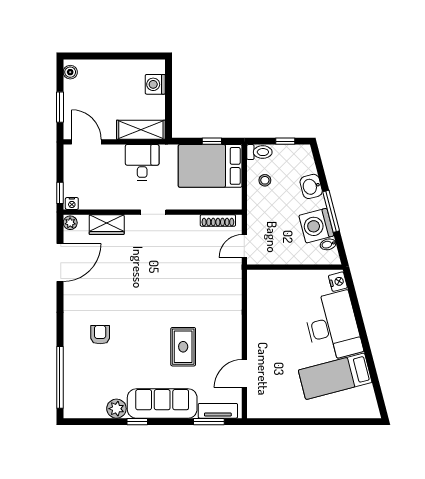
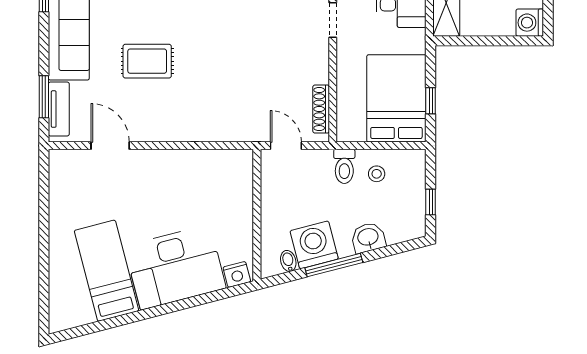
washing machine: (155, 84) -> (530, 23), moved, turned -90
toilet: (259, 152) -> (344, 166), moved

